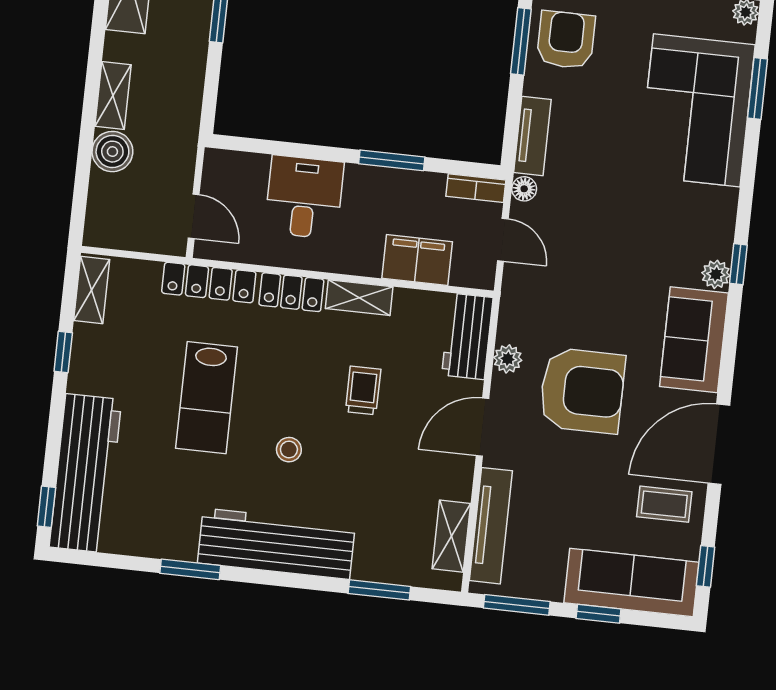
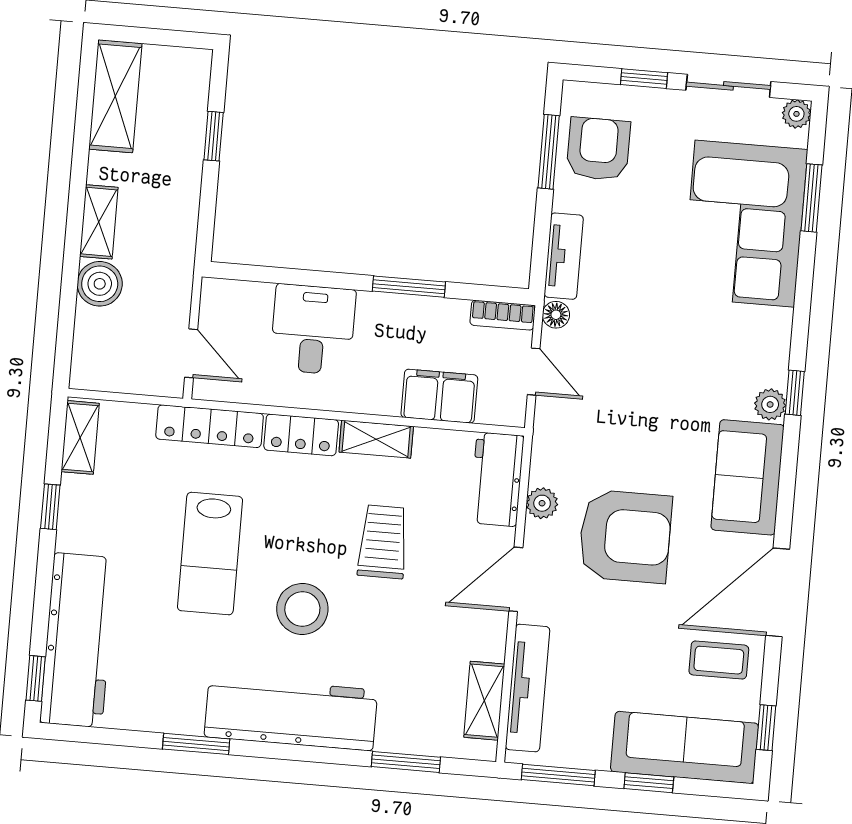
trolley: (363, 390) -> (383, 542), width x1.36, depth x1.39
stool: (289, 450) -> (302, 609), width x1.89, depth x1.89

